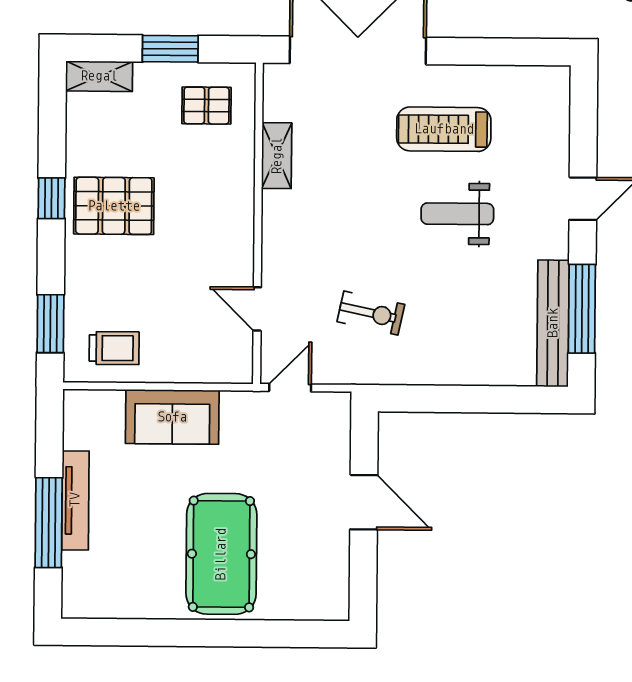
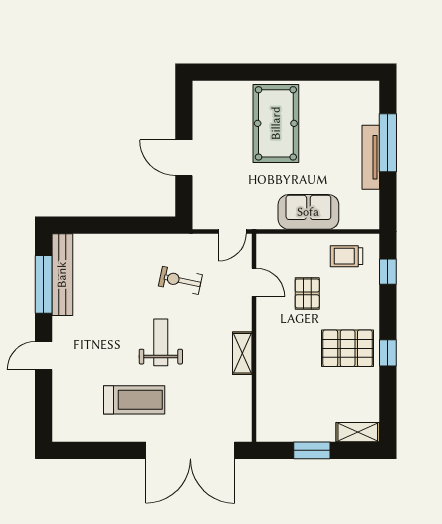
pallet: (206, 106) -> (307, 293), moved, turned 90
shelving: (277, 156) -> (242, 353), moved
weight bench: (457, 214) -> (161, 342), moved, turned -90
window: (50, 324) -> (388, 272), width x0.67

